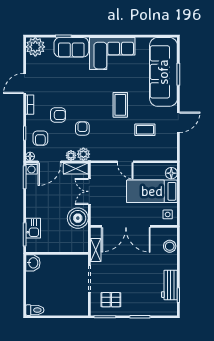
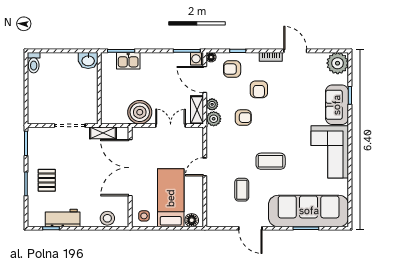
pallet: (111, 300) -> (47, 180), moved

